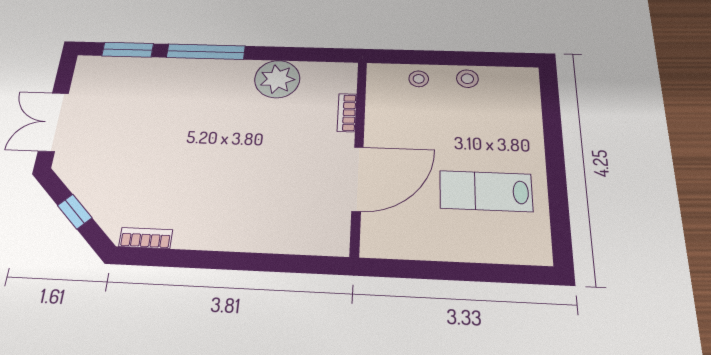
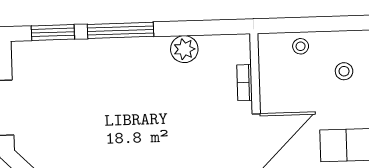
plant: (277, 79) -> (184, 49), width x0.73, depth x0.73
stool: (467, 79) -> (344, 71), moved

